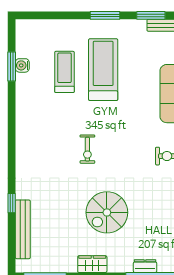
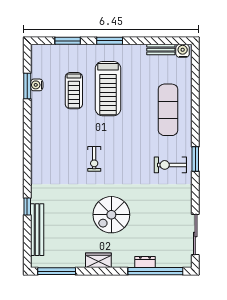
window: (151, 15) -> (68, 41), moved
treadmill: (103, 70) -> (108, 89), turned 180
treadmill: (64, 72) -> (74, 91), turned 180

